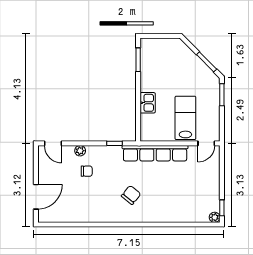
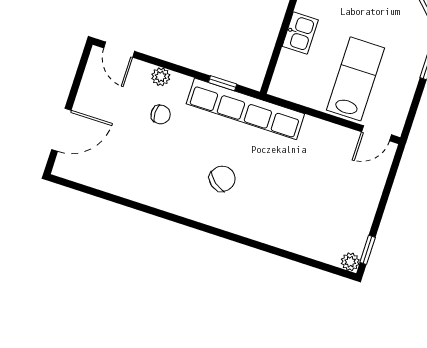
row of seats: (155, 153) -> (245, 109), moved

